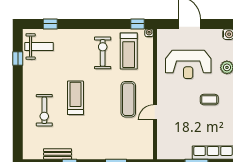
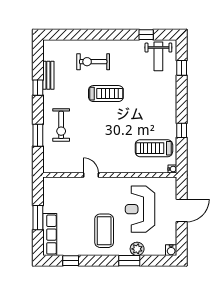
window: (137, 24) -> (182, 130), moved
exercise bike: (103, 53) -> (61, 125), moved, turned 90
exercise mat: (128, 99) -> (104, 148), removed
coffee table: (209, 100) -> (104, 231), width x1.86, depth x1.72

